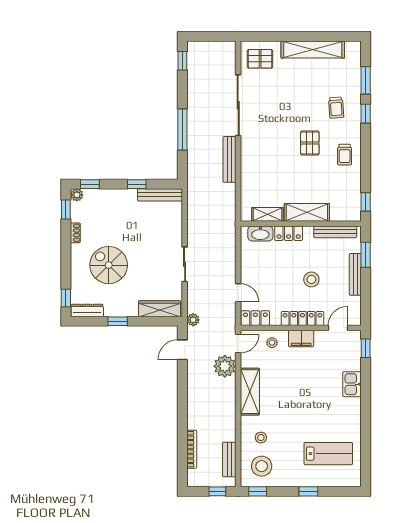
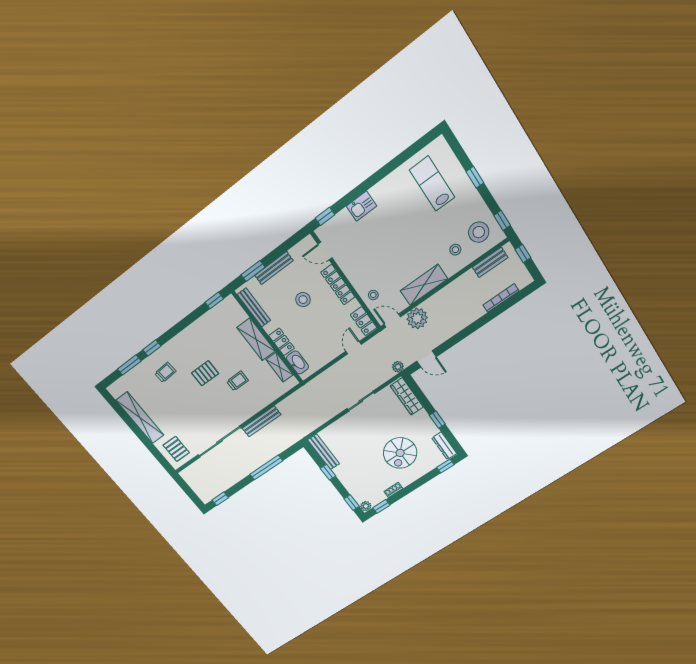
trolley: (345, 155) -> (238, 381), moved
filing cabinet: (301, 339) -> (354, 274), removed

